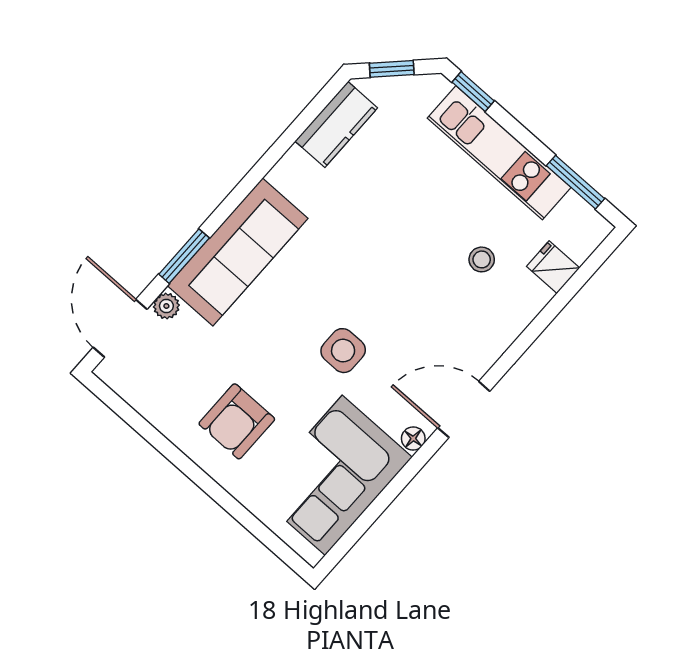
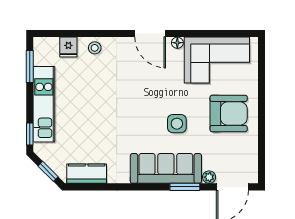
stool: (482, 259) -> (95, 48), moved
side table: (343, 351) -> (177, 124), moved
armchair: (237, 421) -> (229, 113), width x1.36, depth x1.36

